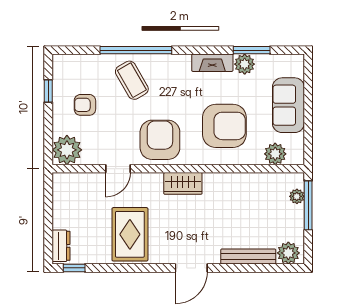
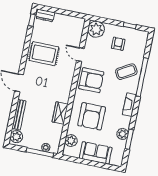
fireplace: (212, 63) -> (129, 105), moved
wardrobe: (183, 183) -> (60, 113), moved

